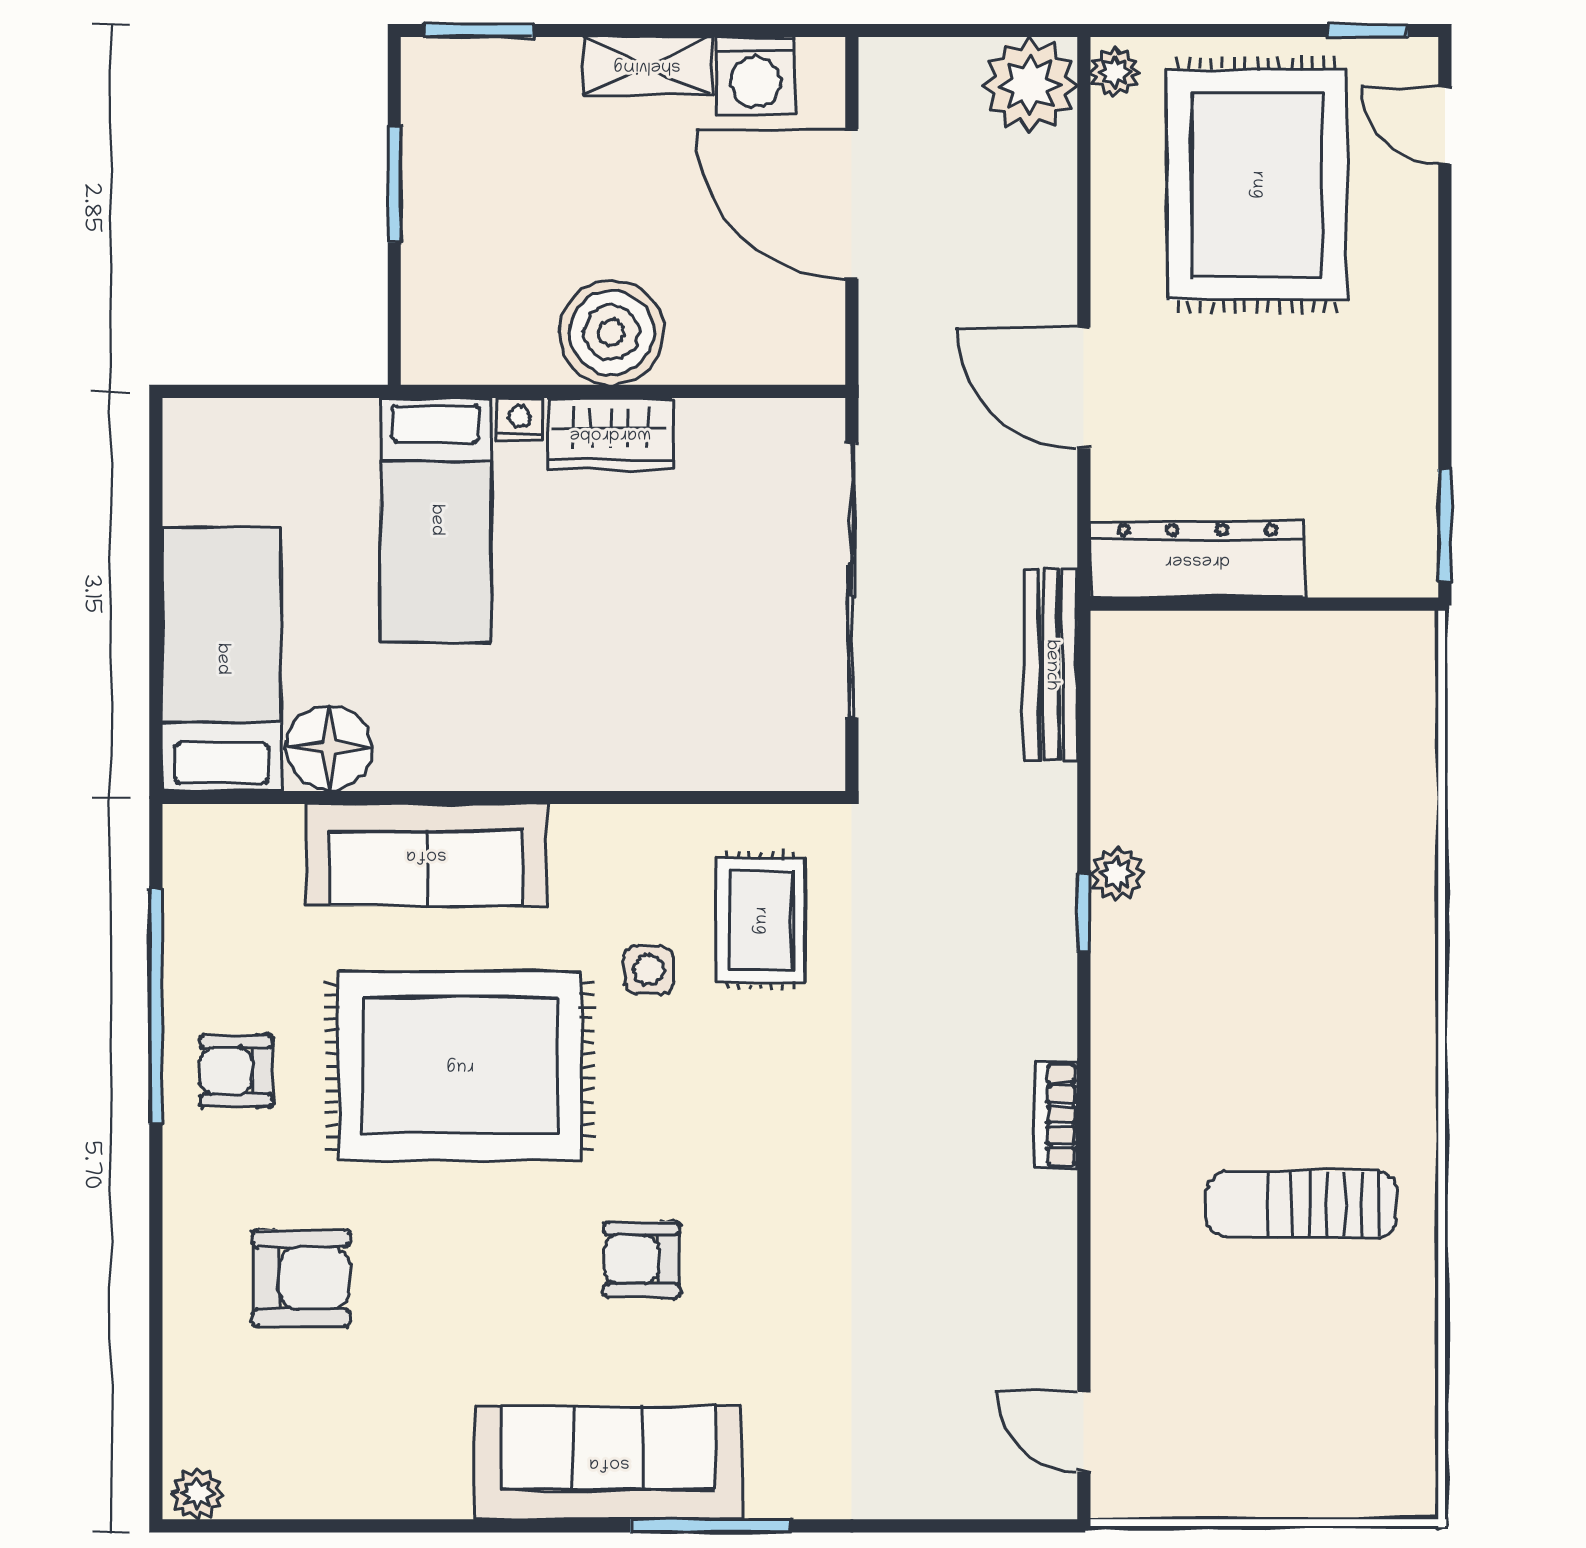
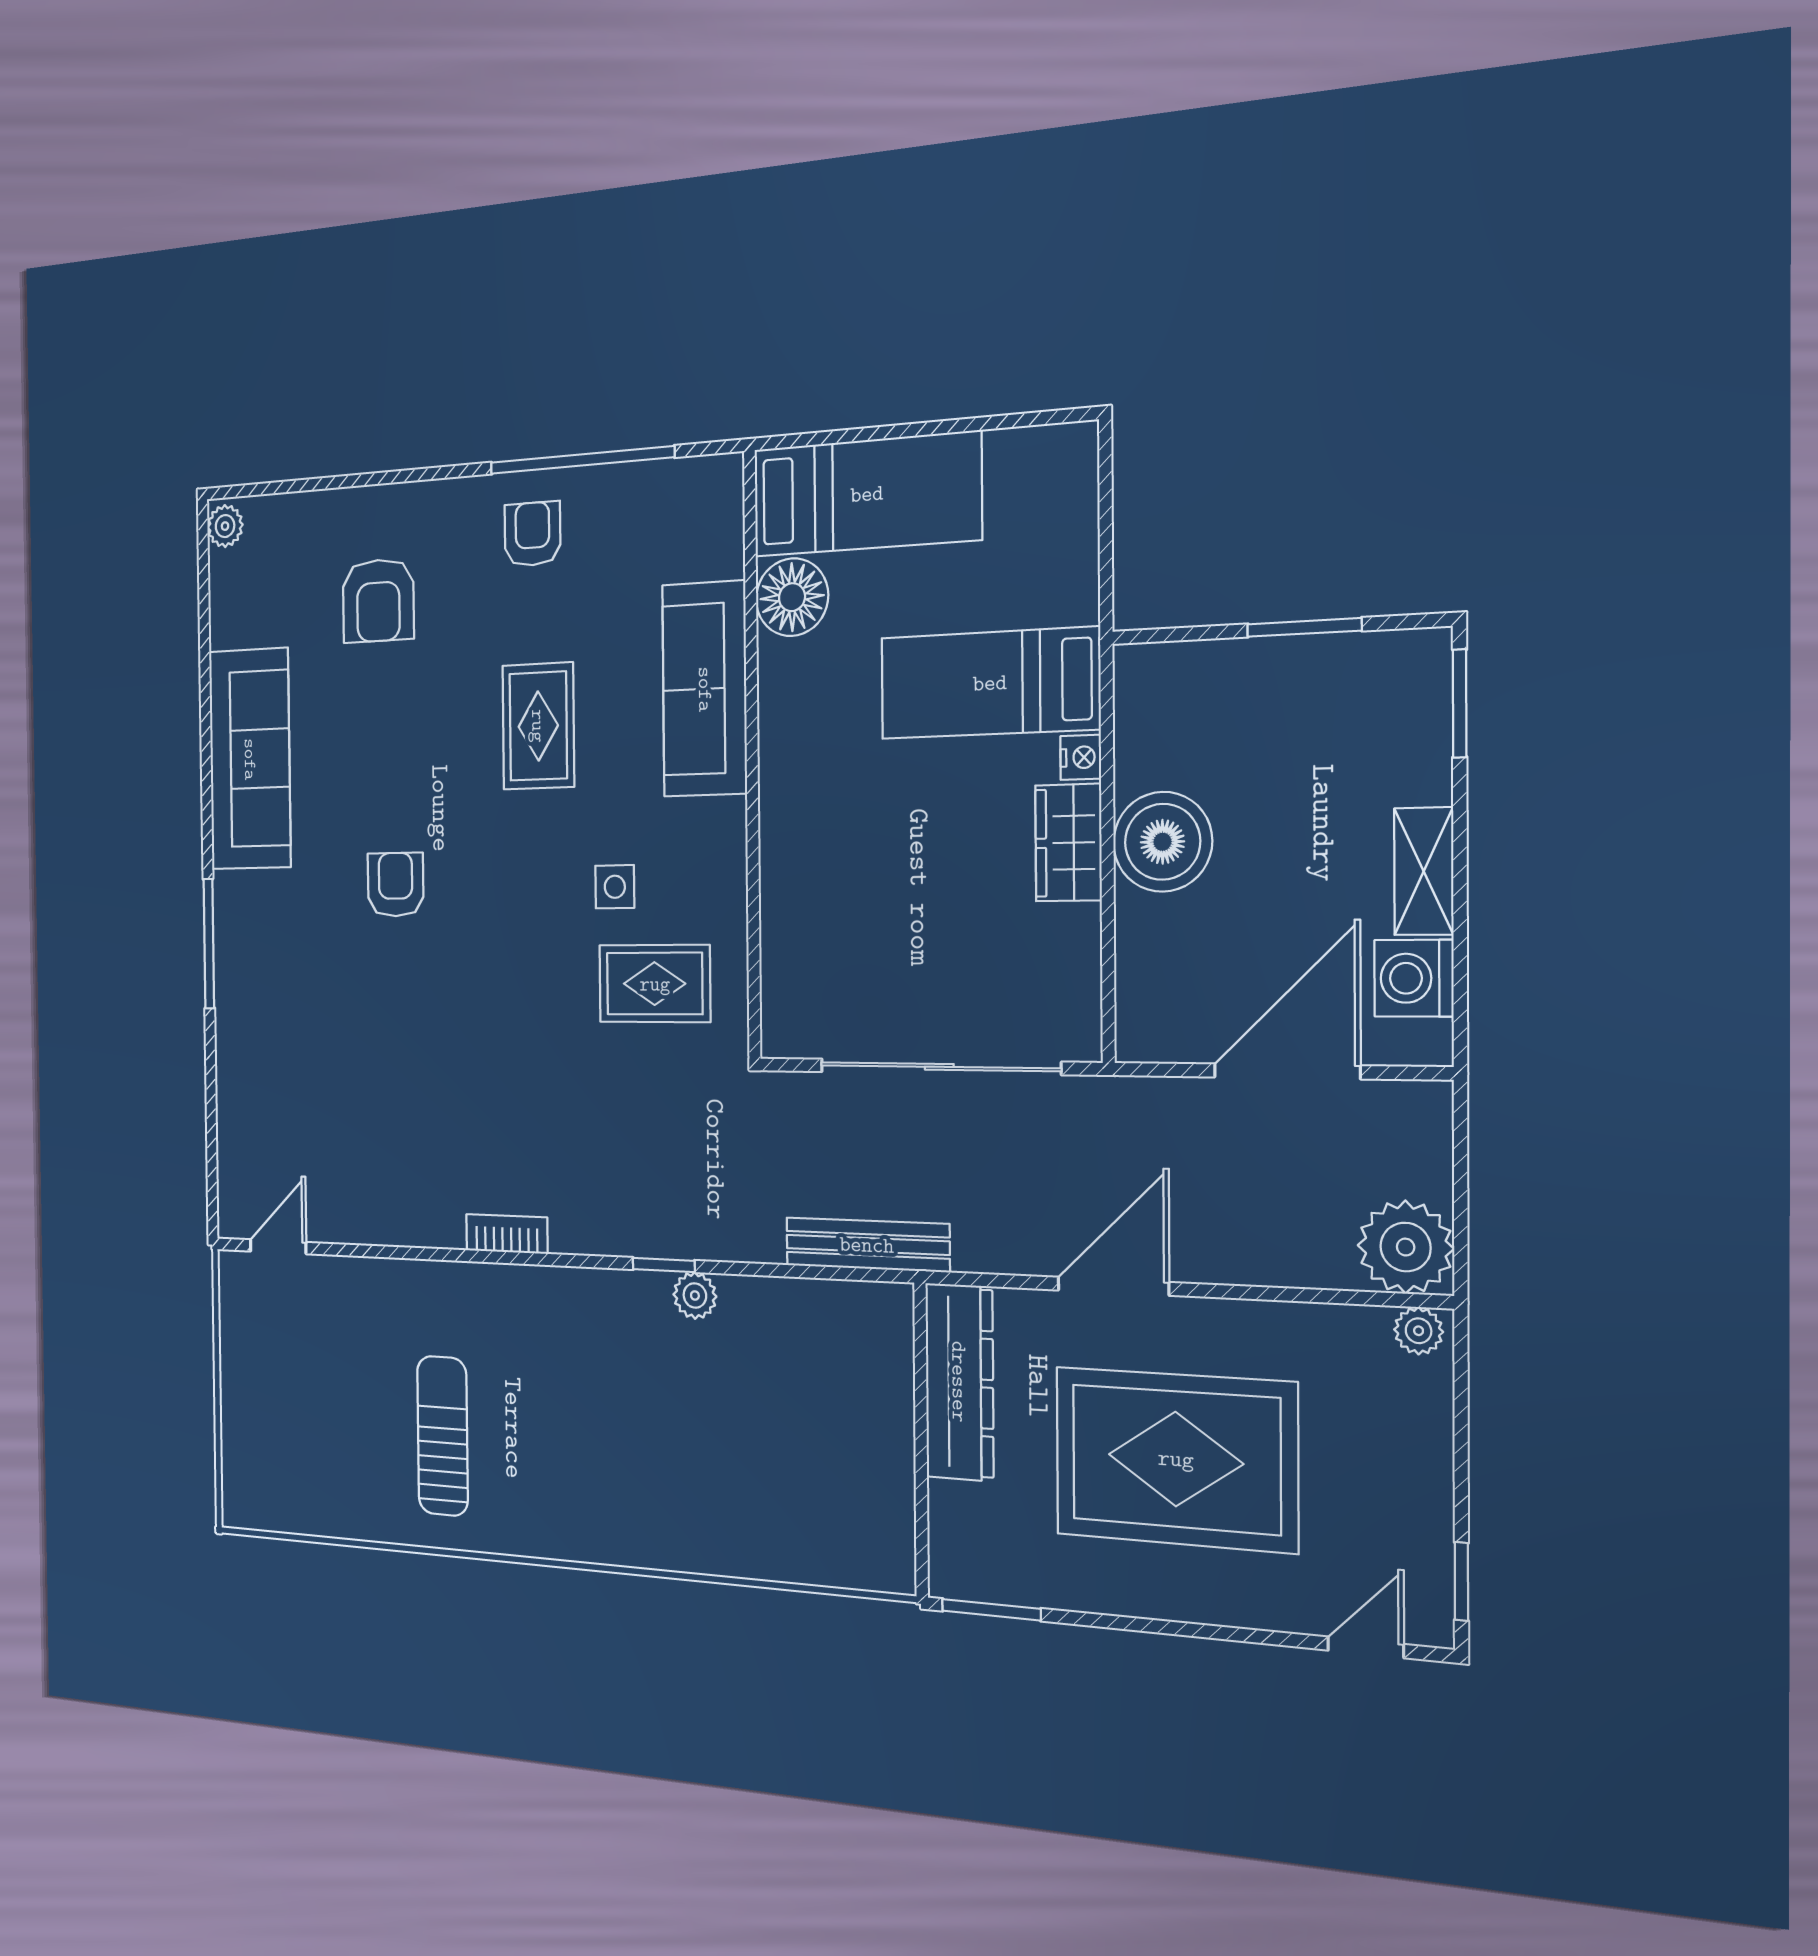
rug: (1257, 185) -> (1176, 1459), moved
rug: (460, 1066) -> (538, 726), width x0.54, depth x0.49
sofa: (609, 1463) -> (250, 759), moved

